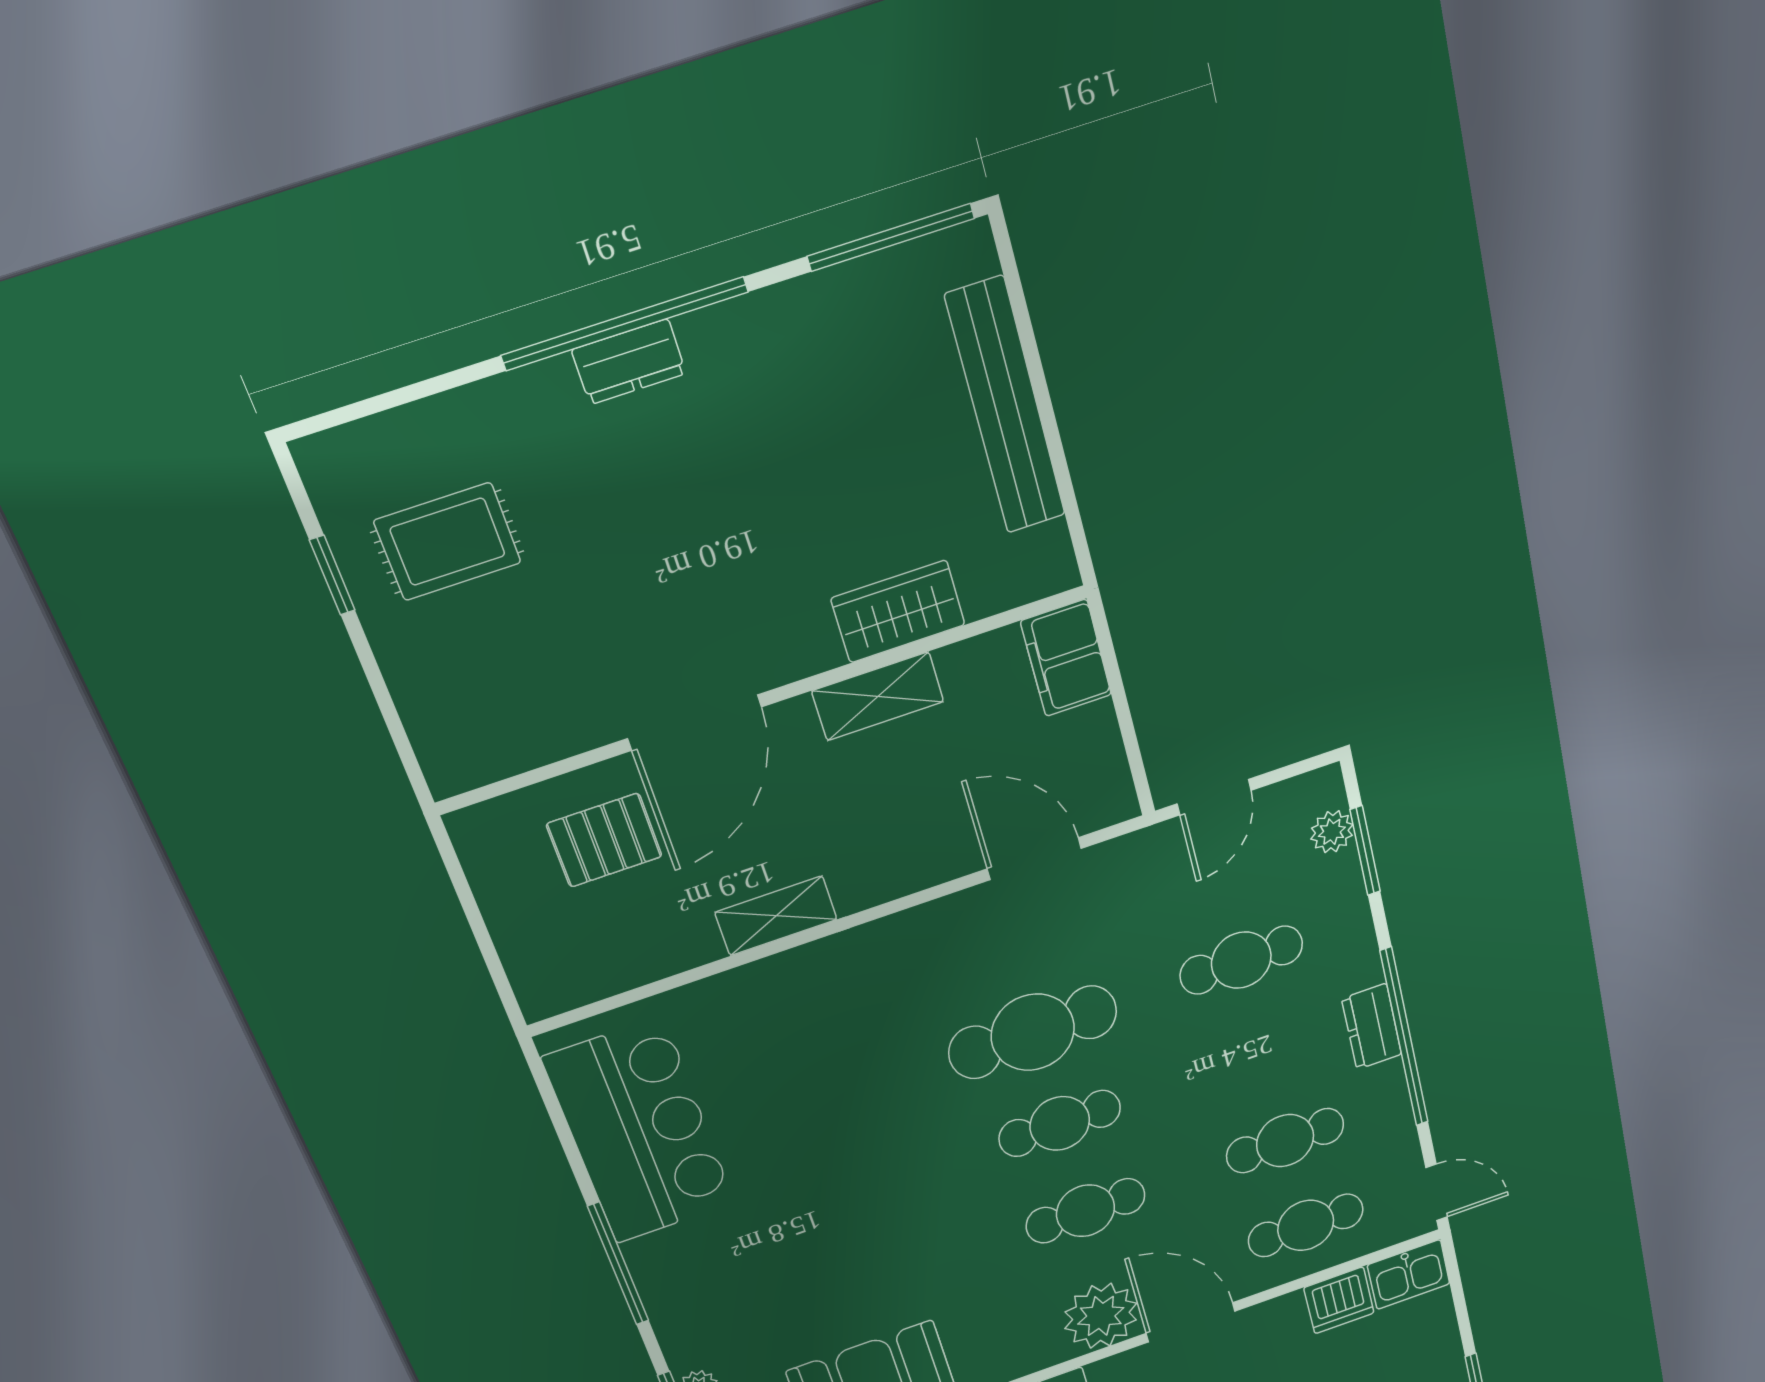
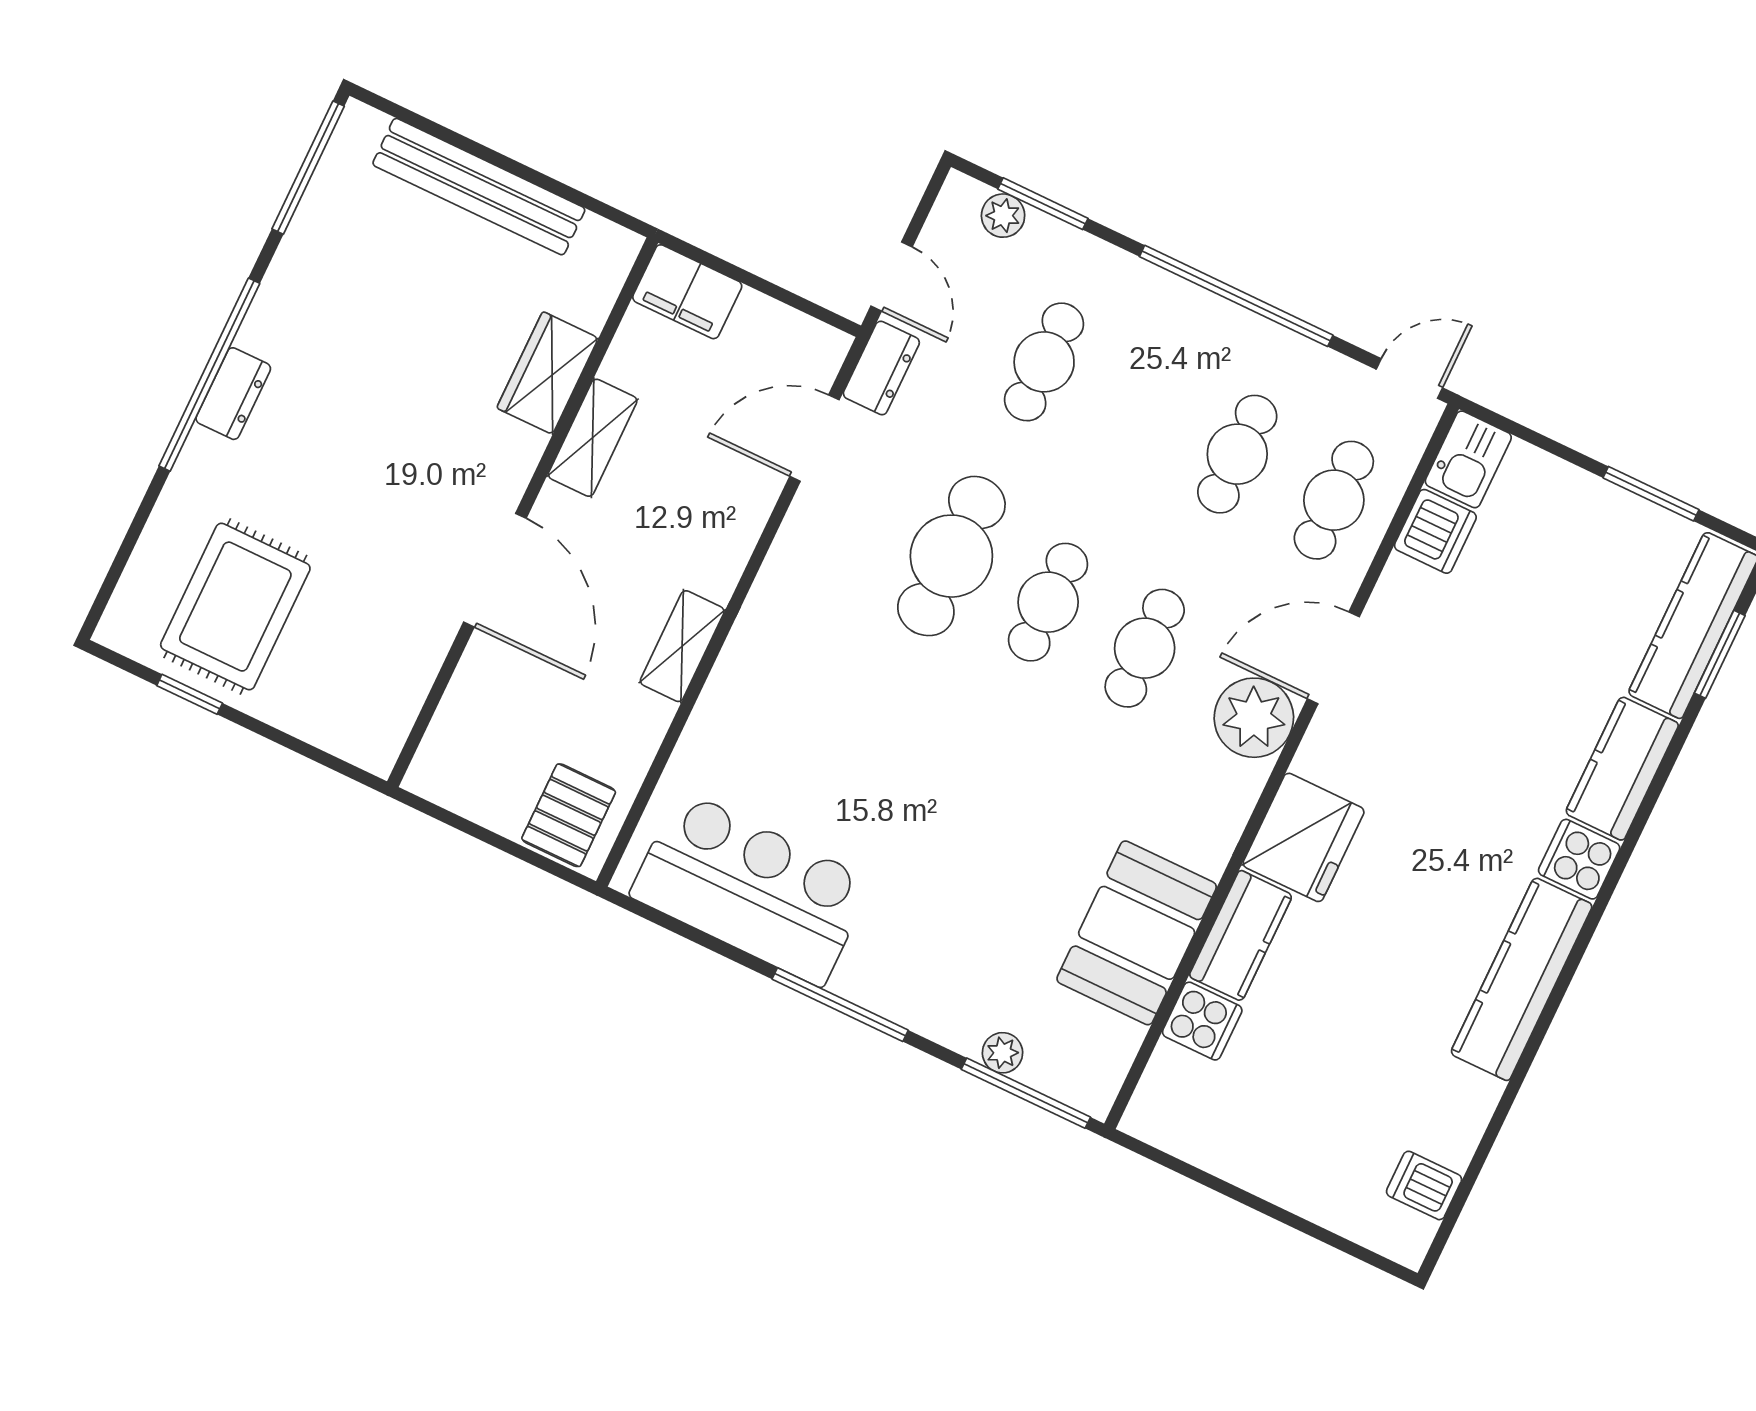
rug: (448, 542) -> (235, 607), width x1.36, depth x1.43
pallet: (604, 840) -> (569, 815), moved
dresser: (1372, 1027) -> (881, 368), moved, turned -90

